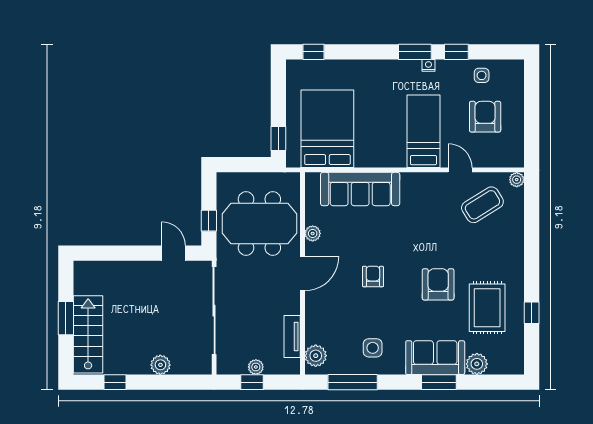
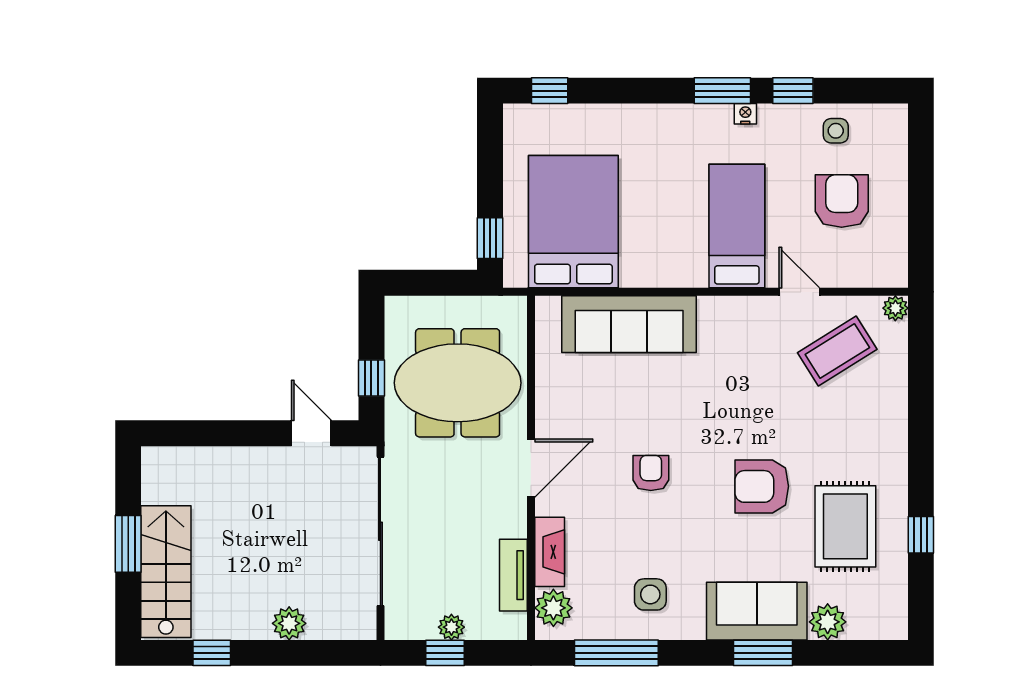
plant: (313, 233) -> (548, 400), removed
armchair: (438, 284) -> (762, 486), turned -90
fireplace: (313, 323) -> (550, 552), added

